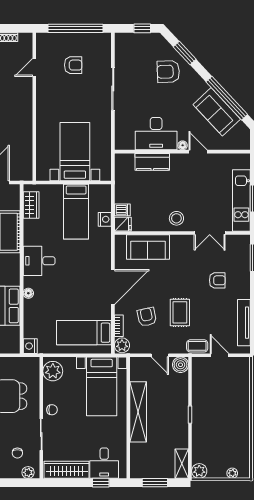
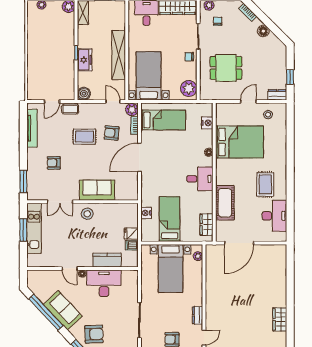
dresser: (42, 95) -> (197, 315), added
sofa: (217, 112) -> (63, 310), moved
plant: (41, 167) -> (198, 256), added
dishwasher: (122, 210) -> (132, 245), moved
fridge: (123, 224) -> (131, 233), moved
double door: (210, 233) -> (60, 202), swing flipped
sofa: (148, 247) -> (97, 190), moved
rug: (180, 312) -> (84, 137), turned 90
armchair: (147, 317) -> (112, 133), turned 107
nightstand: (30, 346) -> (207, 123), moved
door: (160, 355) -> (113, 101), moved
door: (220, 355) -> (52, 101), hinge flipped
freezer: (180, 406) -> (85, 60), added

